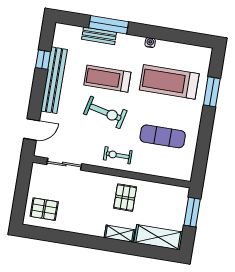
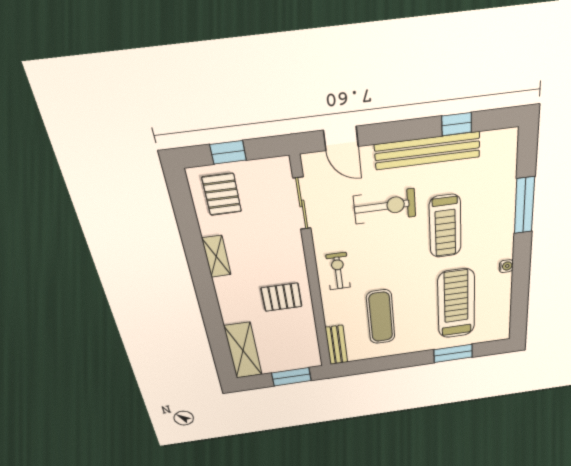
bench: (99, 36) -> (336, 345), moved
treadmill: (107, 79) -> (445, 226), turned 180
exercise bike: (105, 112) -> (385, 206), moved, turned -103
window: (21, 196) -> (228, 152), added
shelving: (119, 234) -> (216, 256), moved

